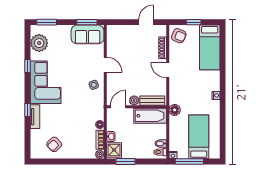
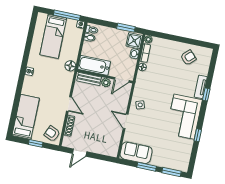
window: (87, 22) -> (147, 167), moved
plant: (39, 43) -> (183, 154), removed

